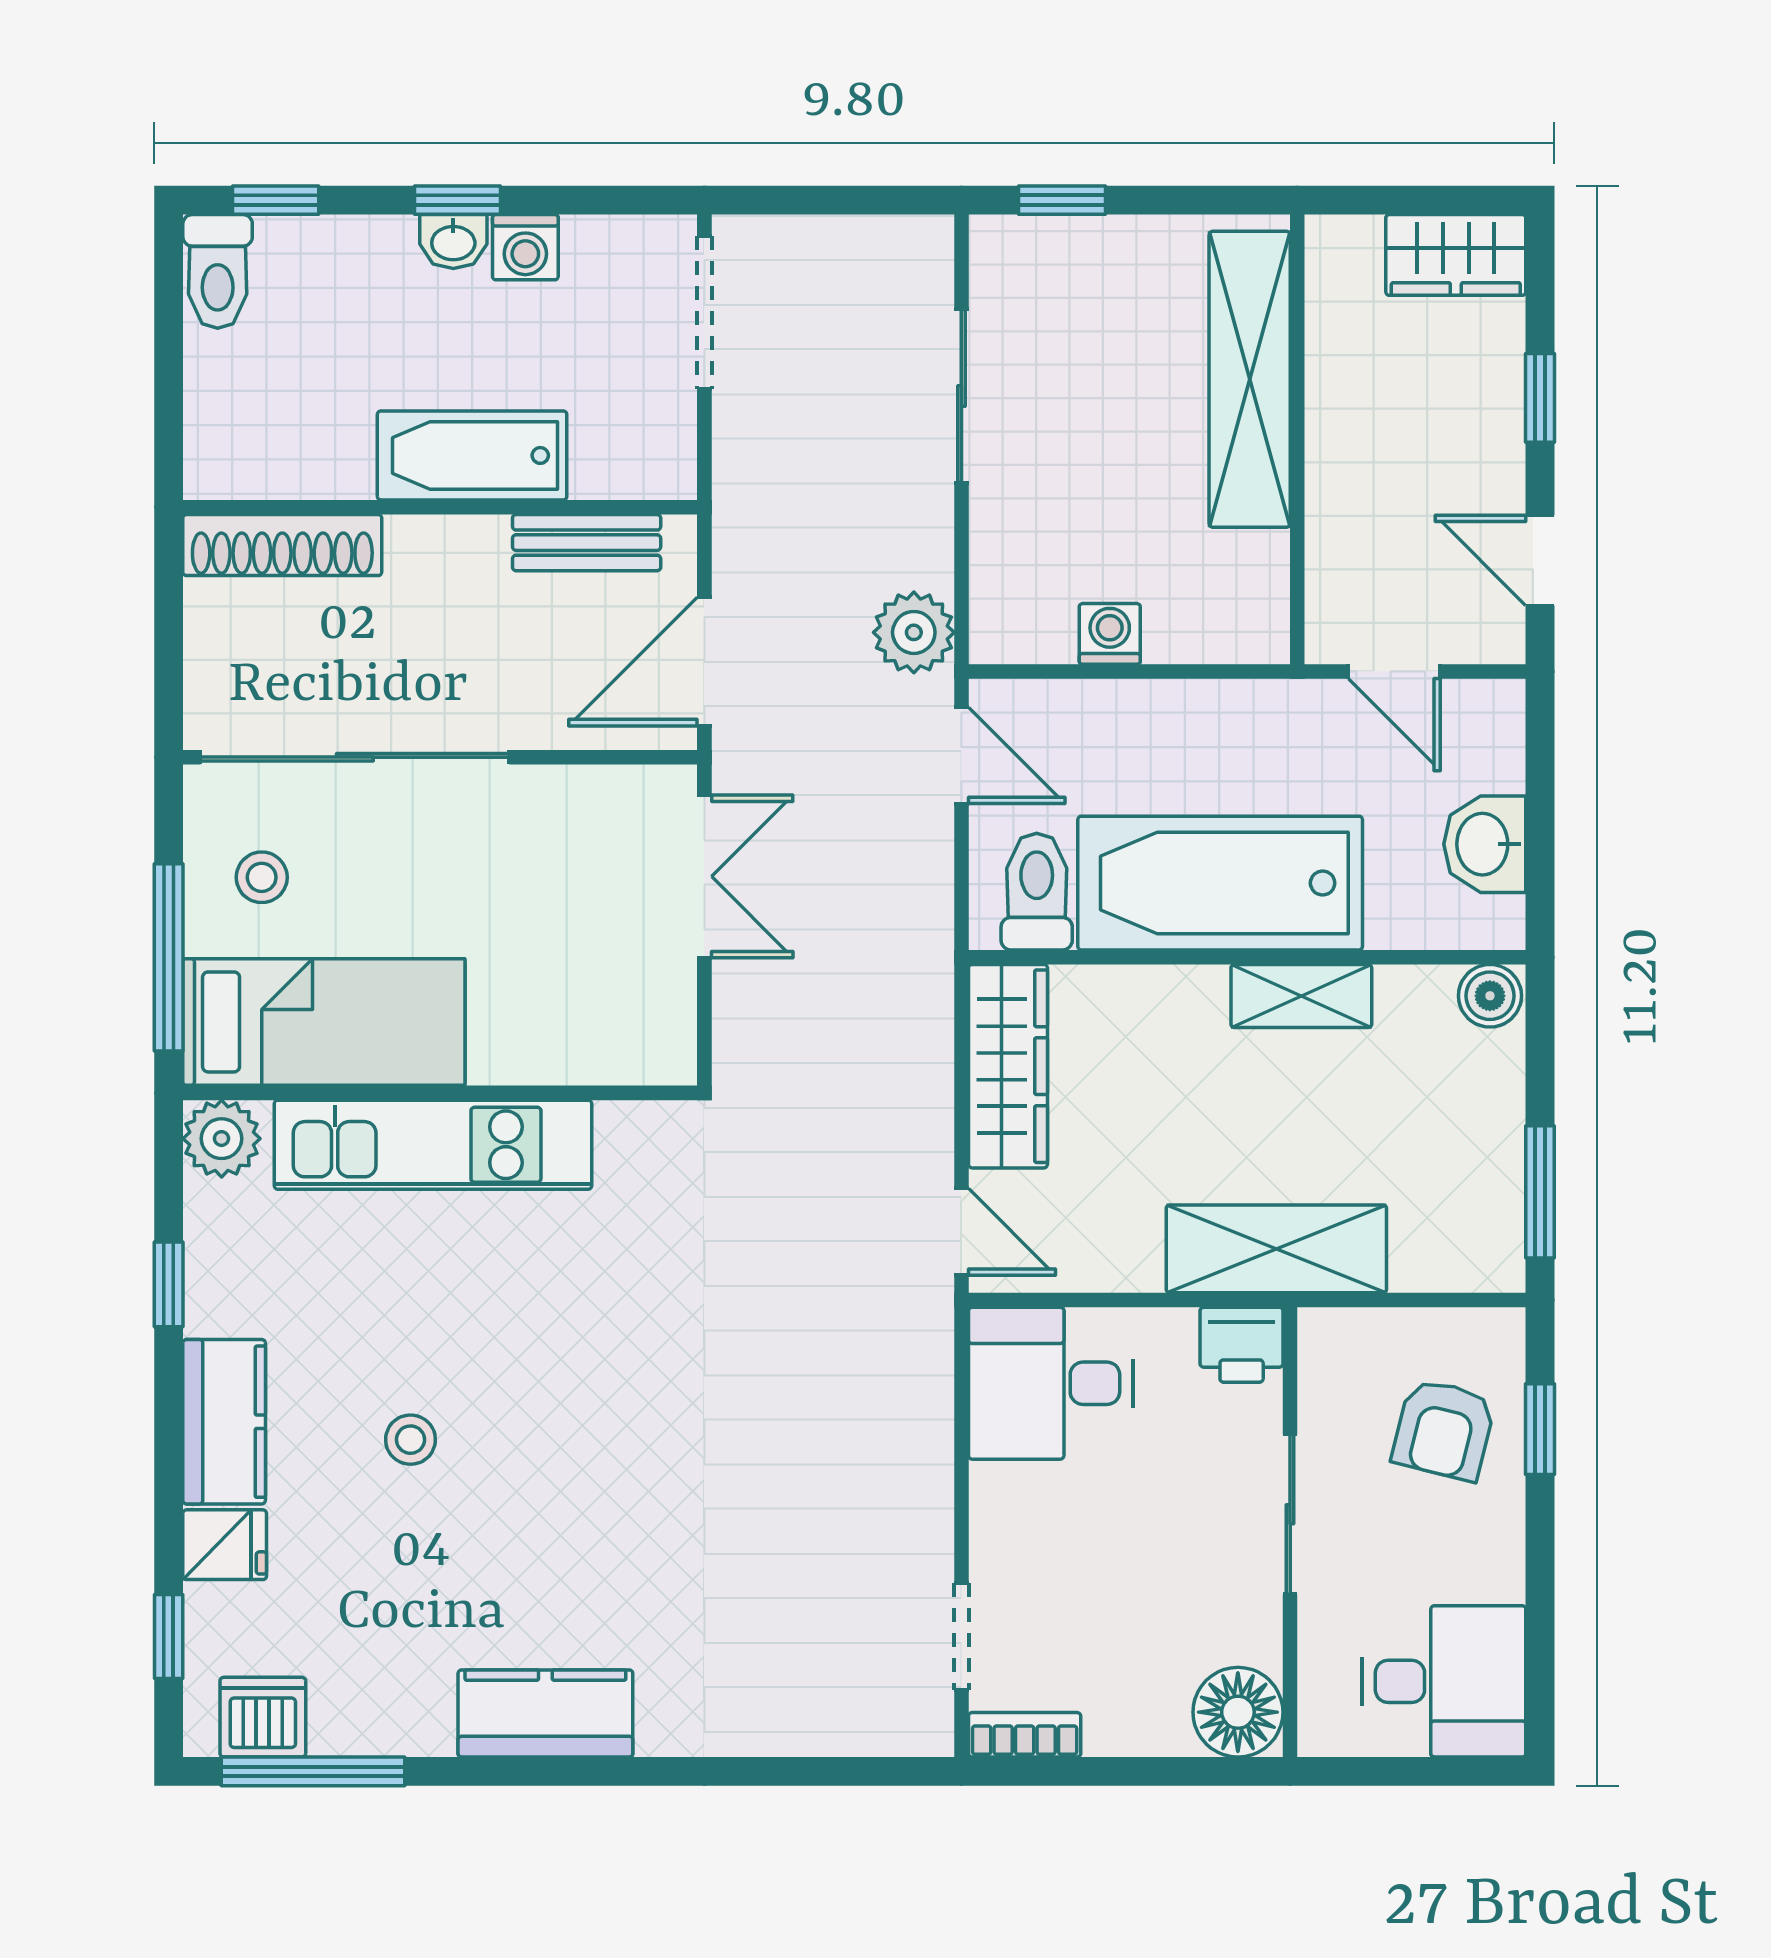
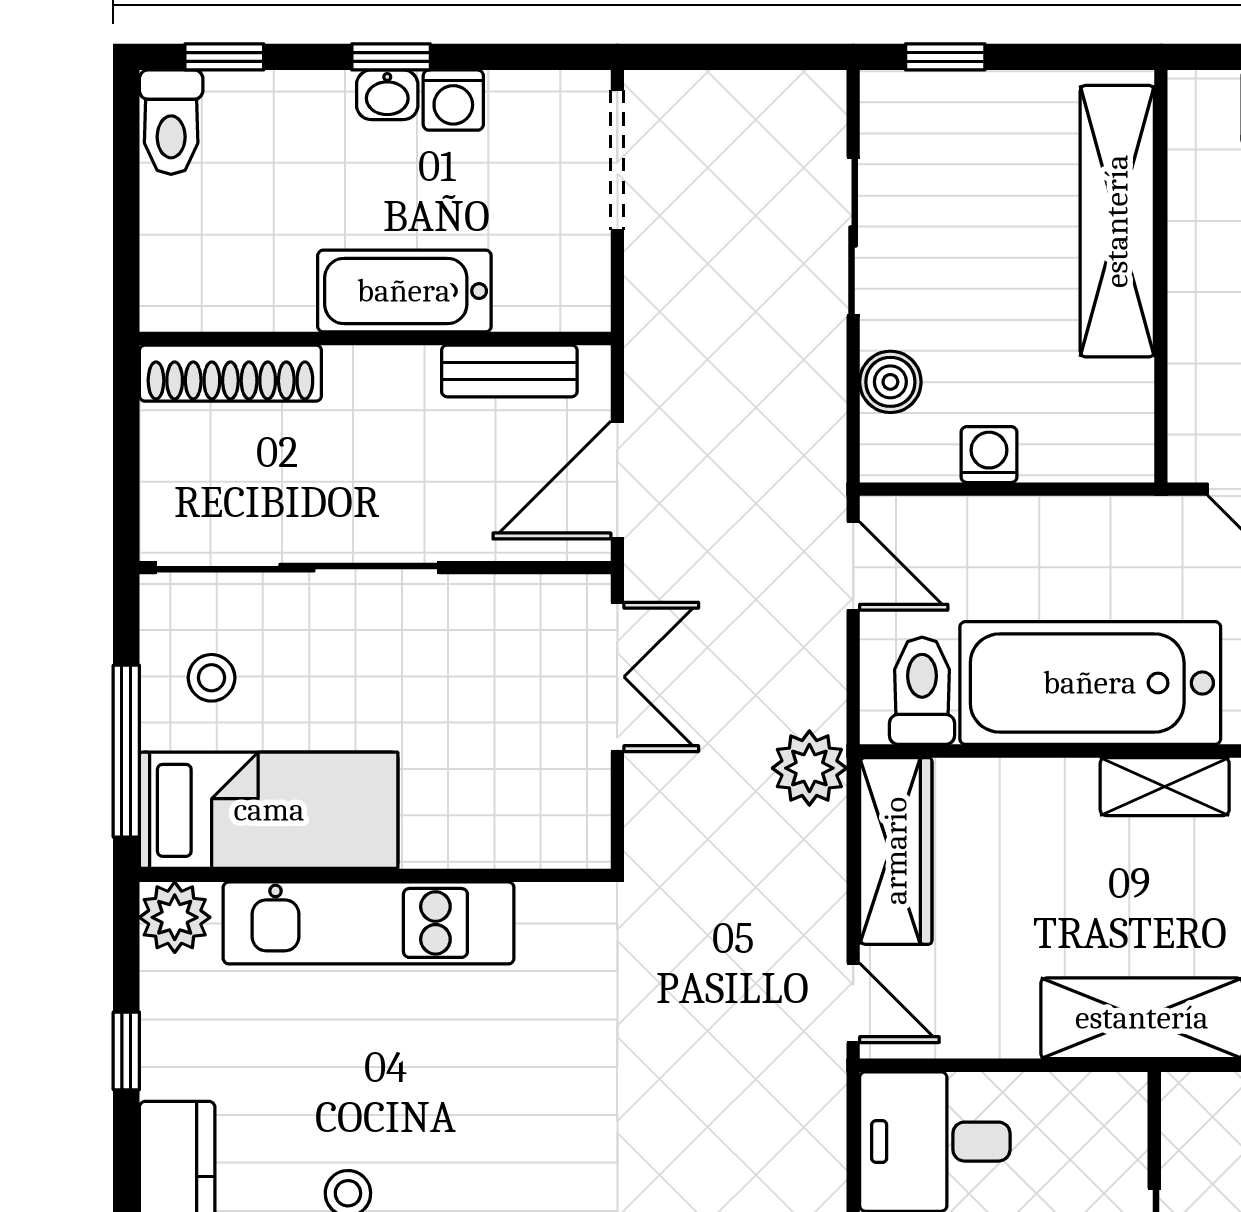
boiler: (1002, 555) -> (890, 382), added
plant: (914, 632) -> (809, 768), moved
printer: (1242, 1345) -> (1110, 1106), removed

